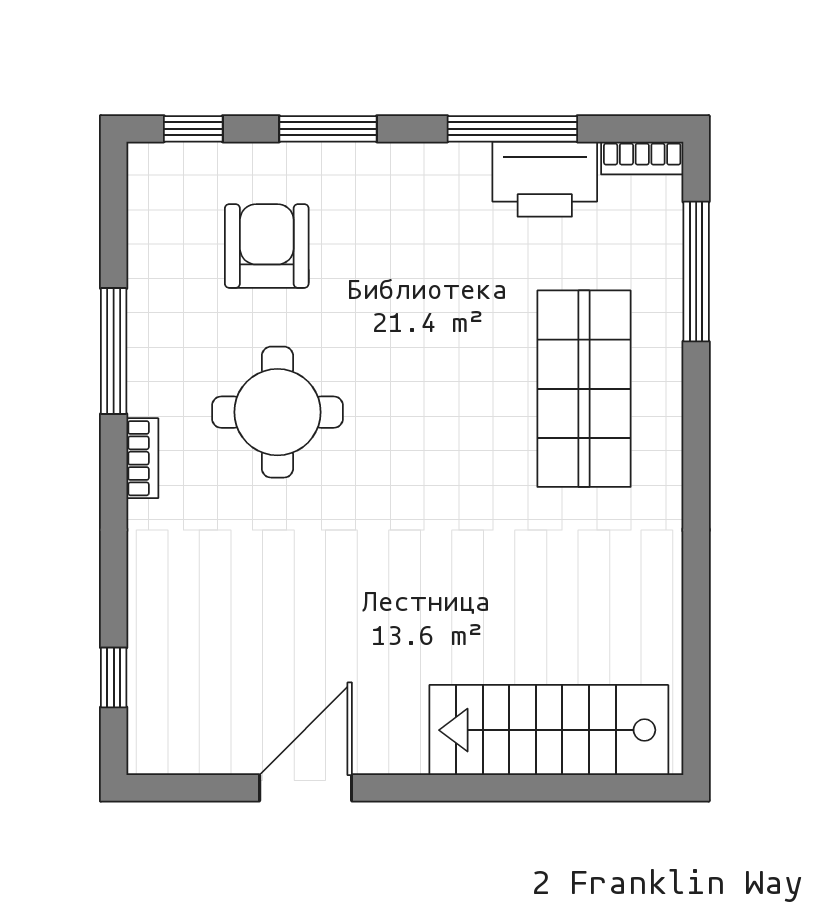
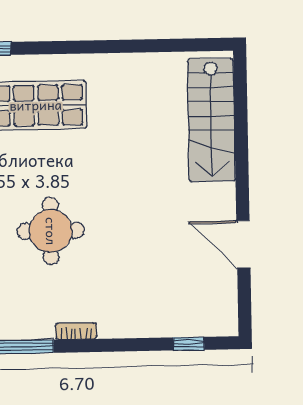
round table: (277, 412) -> (51, 231), moved

